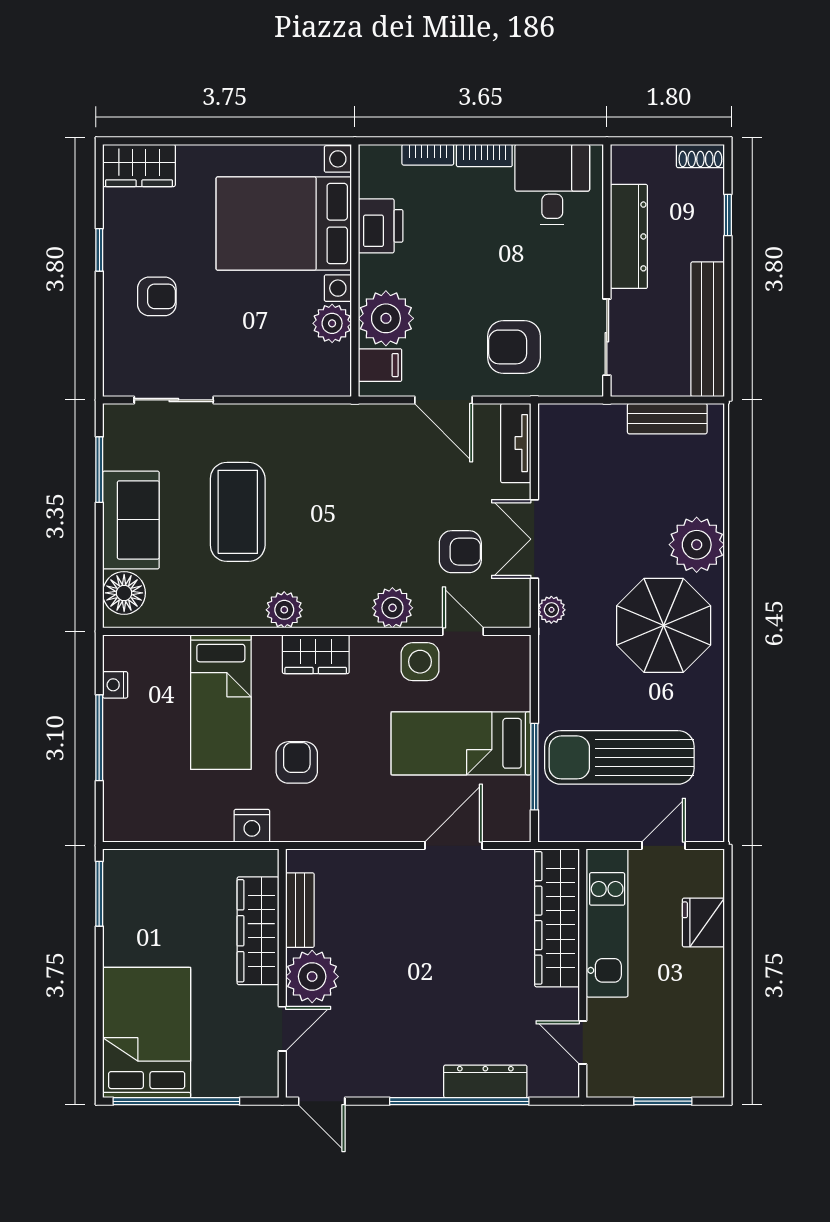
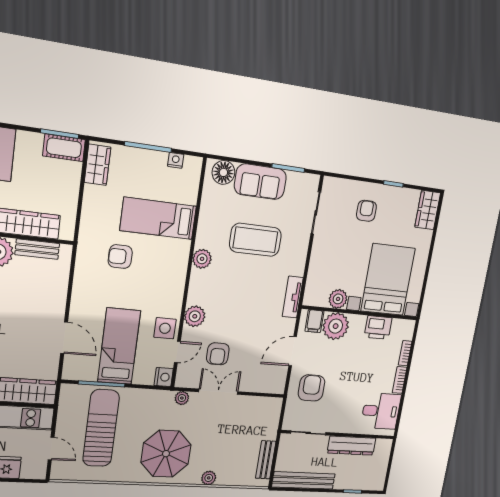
shoe rack: (700, 156) -> (380, 480), removed
armchair: (157, 296) -> (366, 211), turned 180
tv unit: (516, 443) -> (293, 297), moved, turned -90
plant: (697, 545) -> (209, 478), width x0.53, depth x0.53
wardrobe: (316, 654) -> (98, 165), moved, turned 180
armchair: (297, 762) -> (120, 257), turned 180
nightstand: (252, 826) -> (164, 377), moved, turned 180
cot: (122, 884) -> (64, 148), added

